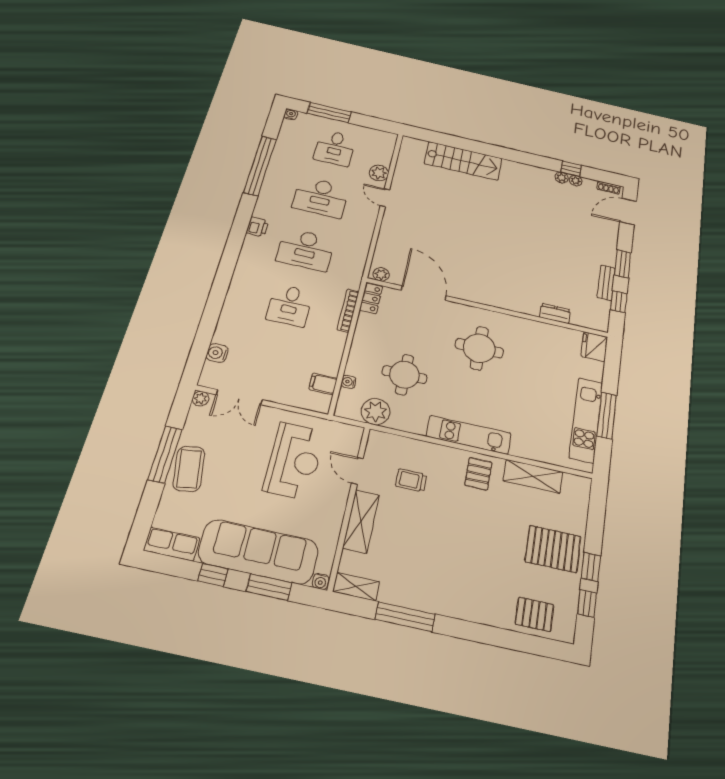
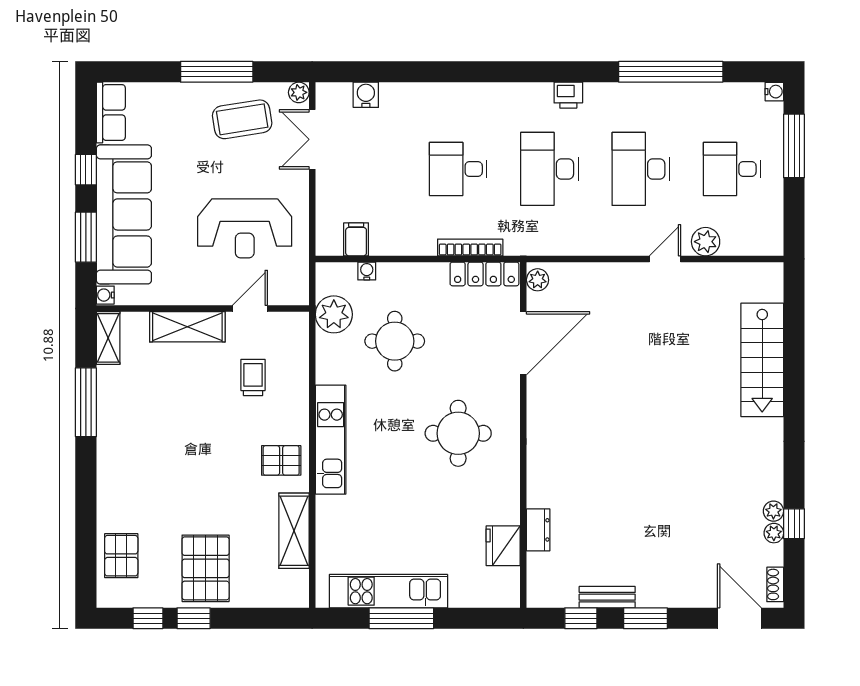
locker: (371, 298) -> (484, 274), width x1.53
fridge: (594, 347) -> (503, 546), moved, turned -90
coffee table: (189, 469) -> (242, 119), moved

